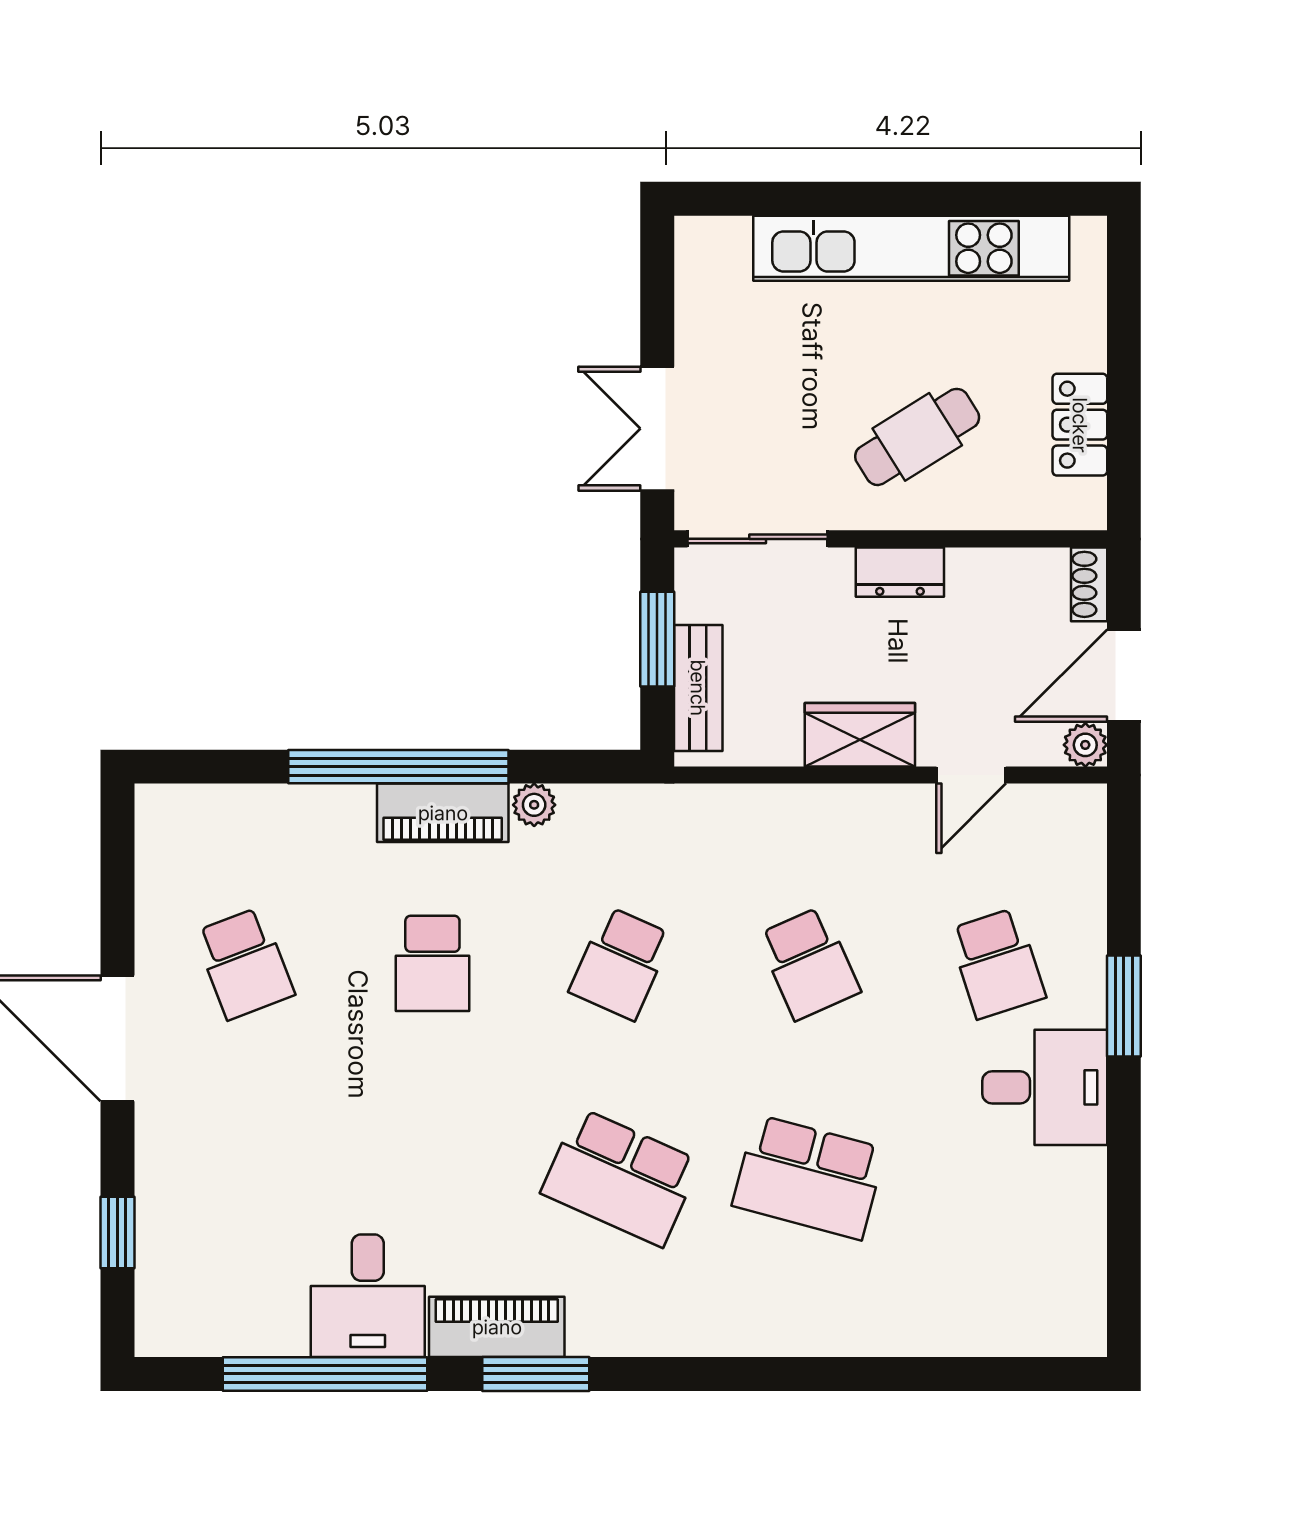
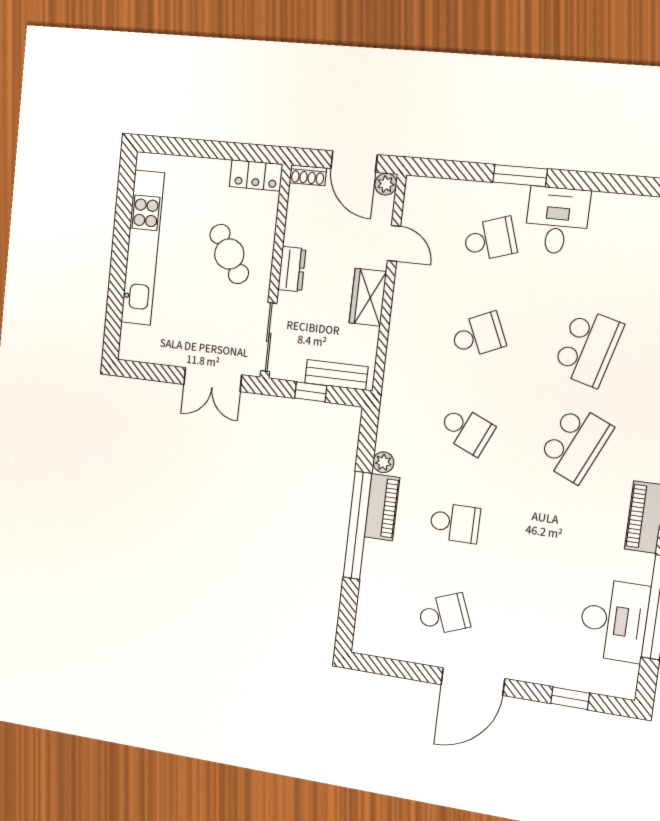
locker: (1080, 425) -> (256, 175), moved
window: (657, 639) -> (311, 392), width x0.67
desk: (368, 1296) -> (614, 620), moved, width x1.37

